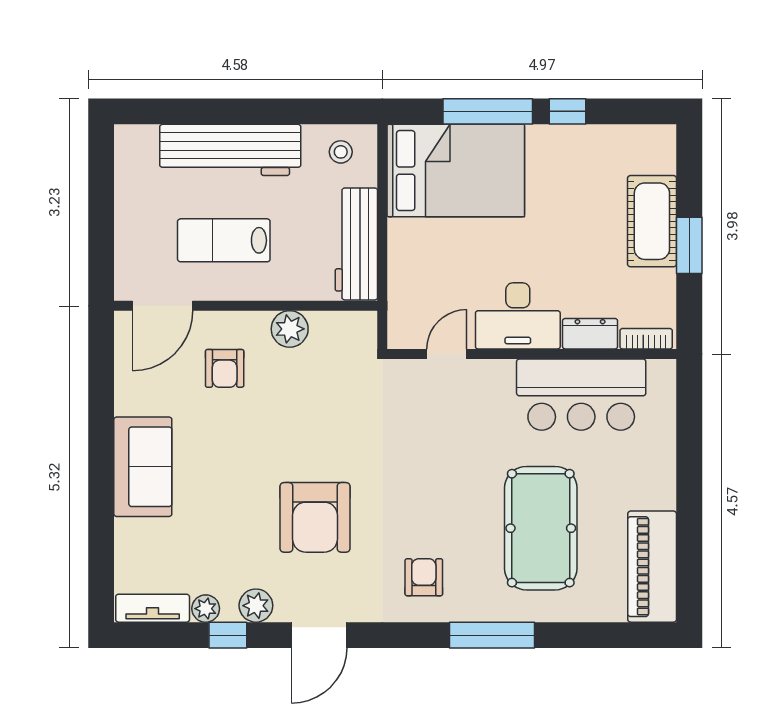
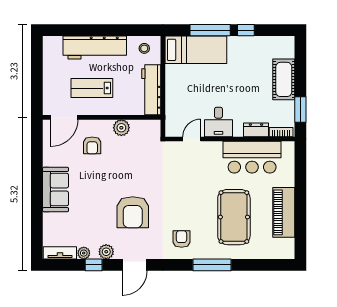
bed: (456, 171) -> (196, 50), width x0.67
window: (689, 245) -> (300, 109), moved
desk: (518, 316) -> (218, 122), width x0.73
piano: (652, 567) -> (284, 212), moved

